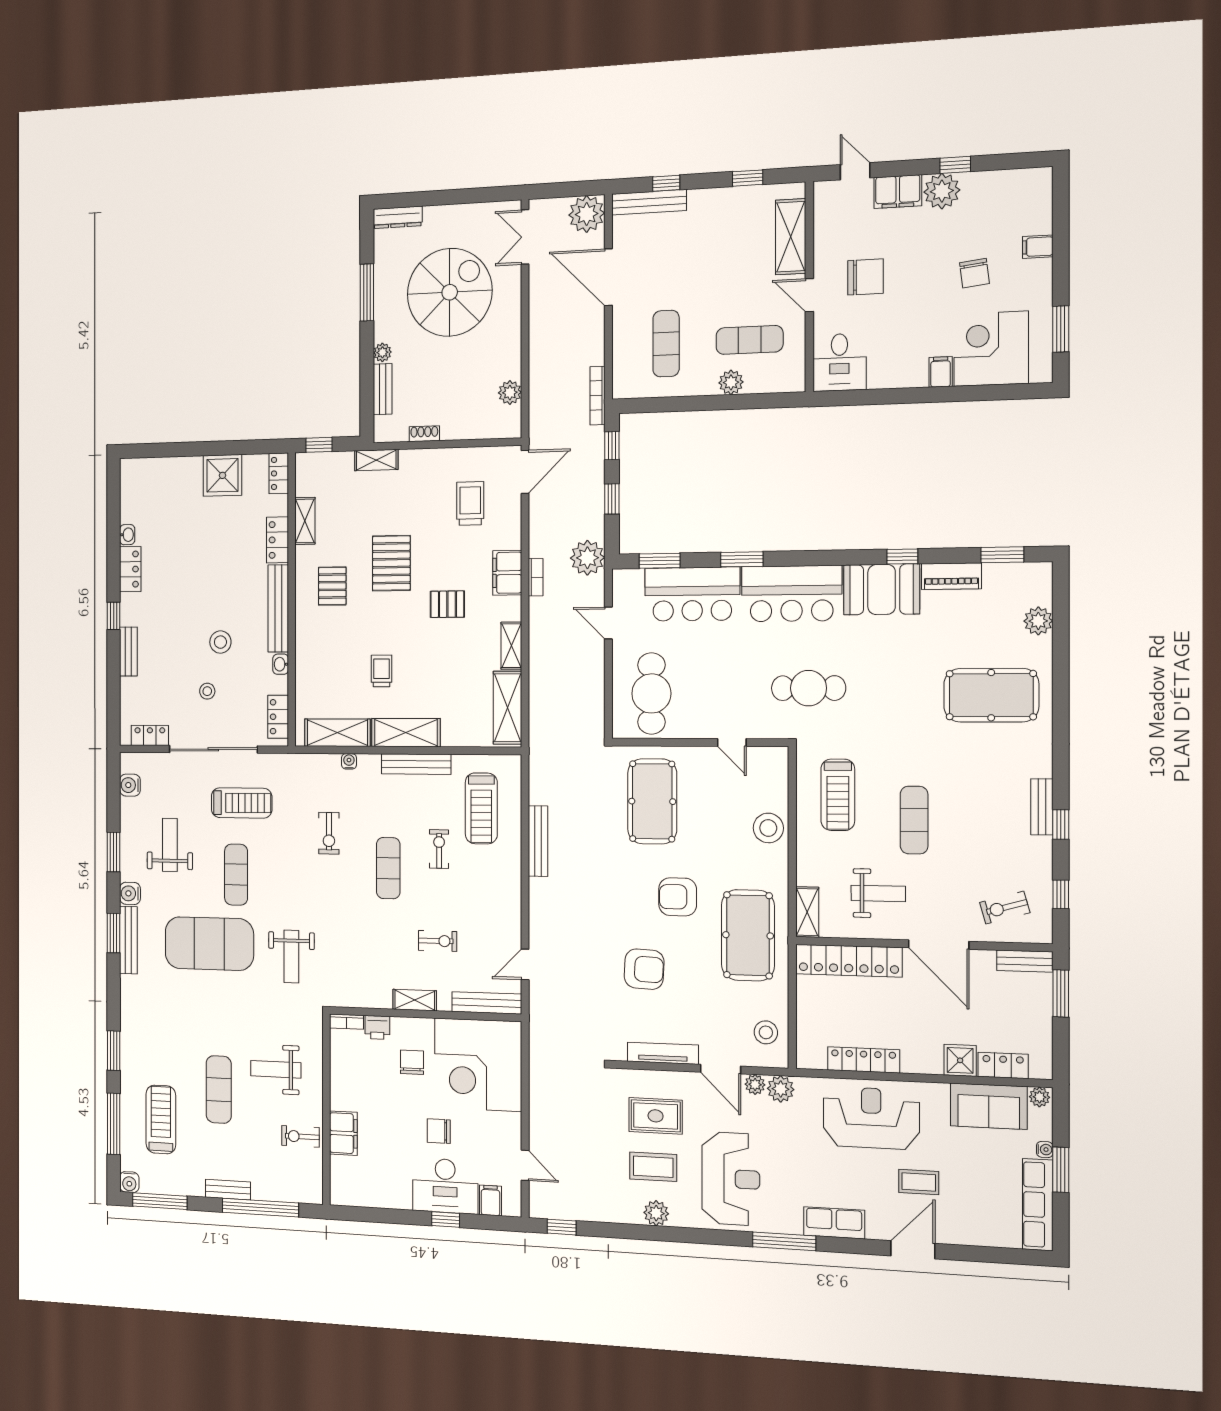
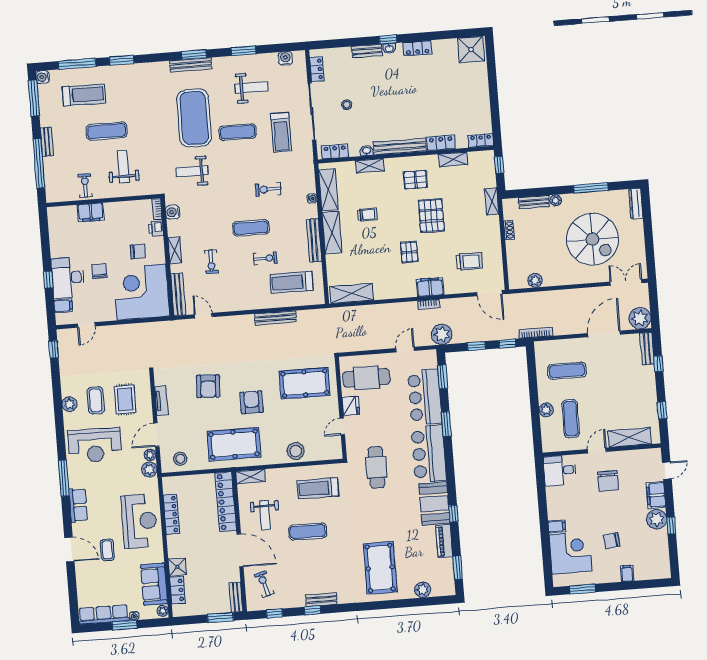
bench: (649, 202) -> (647, 349), width x0.73
shower: (223, 475) -> (471, 49), moved
washbasin: (127, 535) -> (389, 48), moved
pallet: (391, 563) -> (431, 216), turned 90
stool: (220, 642) -> (377, 111), removed
shelving: (511, 646) -> (370, 166), moved
fridge: (697, 724) -> (351, 406), added
water cooler: (130, 893) -> (173, 212), moved, turned -90
door: (939, 945) -> (240, 550), swing flipped
tv unit: (663, 1053) -> (161, 401), width x0.71

